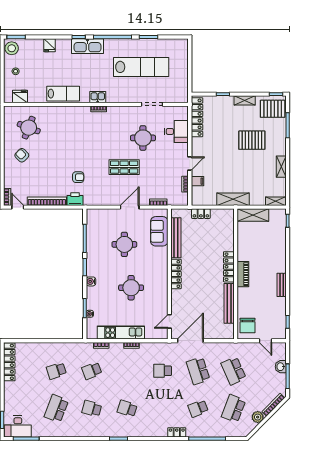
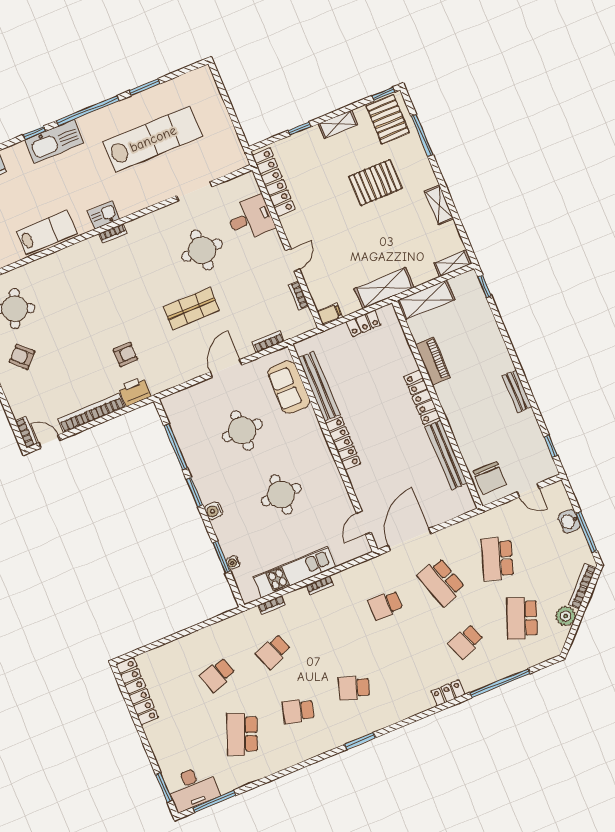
pallet: (273, 109) -> (388, 119), turned 90
filing cabinet: (198, 181) -> (329, 314), moved
locker: (201, 214) -> (363, 323), moved
piano: (243, 274) -> (433, 361), moved
school desk: (233, 371) -> (497, 559), turned 42

